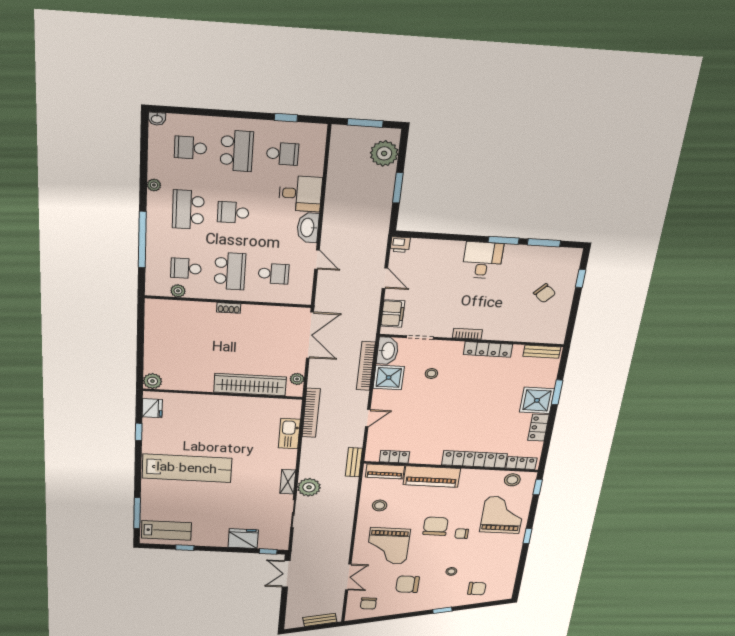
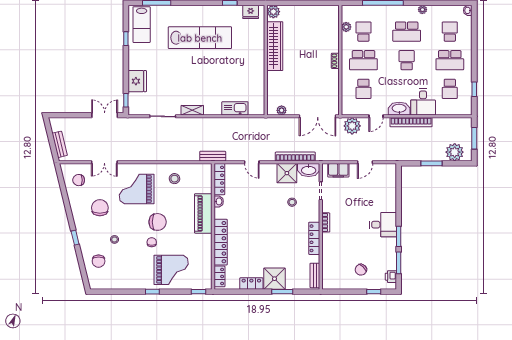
school desk: (188, 210) -> (407, 32), turned 180
printer: (400, 245) -> (391, 277), moved
wardrobe: (250, 385) -> (275, 46), moved
bookcase: (311, 413) -> (411, 122), moved
locker: (394, 457) -> (219, 179), width x1.53
washbasin: (418, 459) -> (219, 201), added
lab bench: (187, 468) -> (200, 38), turned -90
piano: (385, 471) -> (206, 179), removed
stool: (512, 480) -> (204, 272), removed
plant: (309, 487) -> (352, 126), moved

